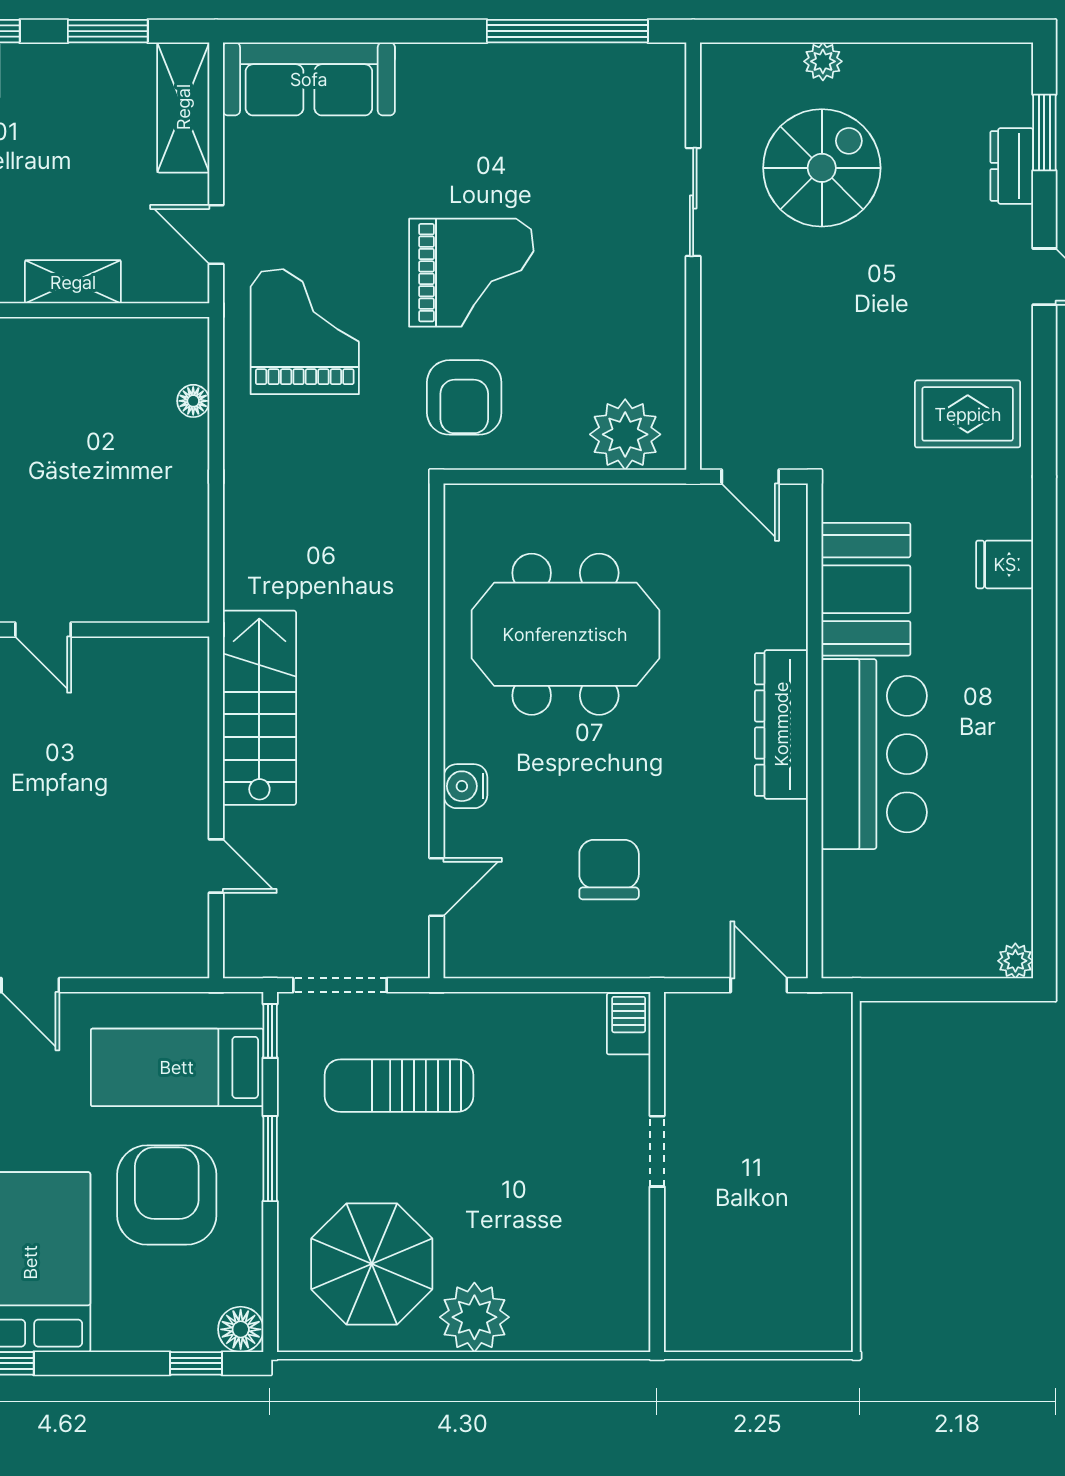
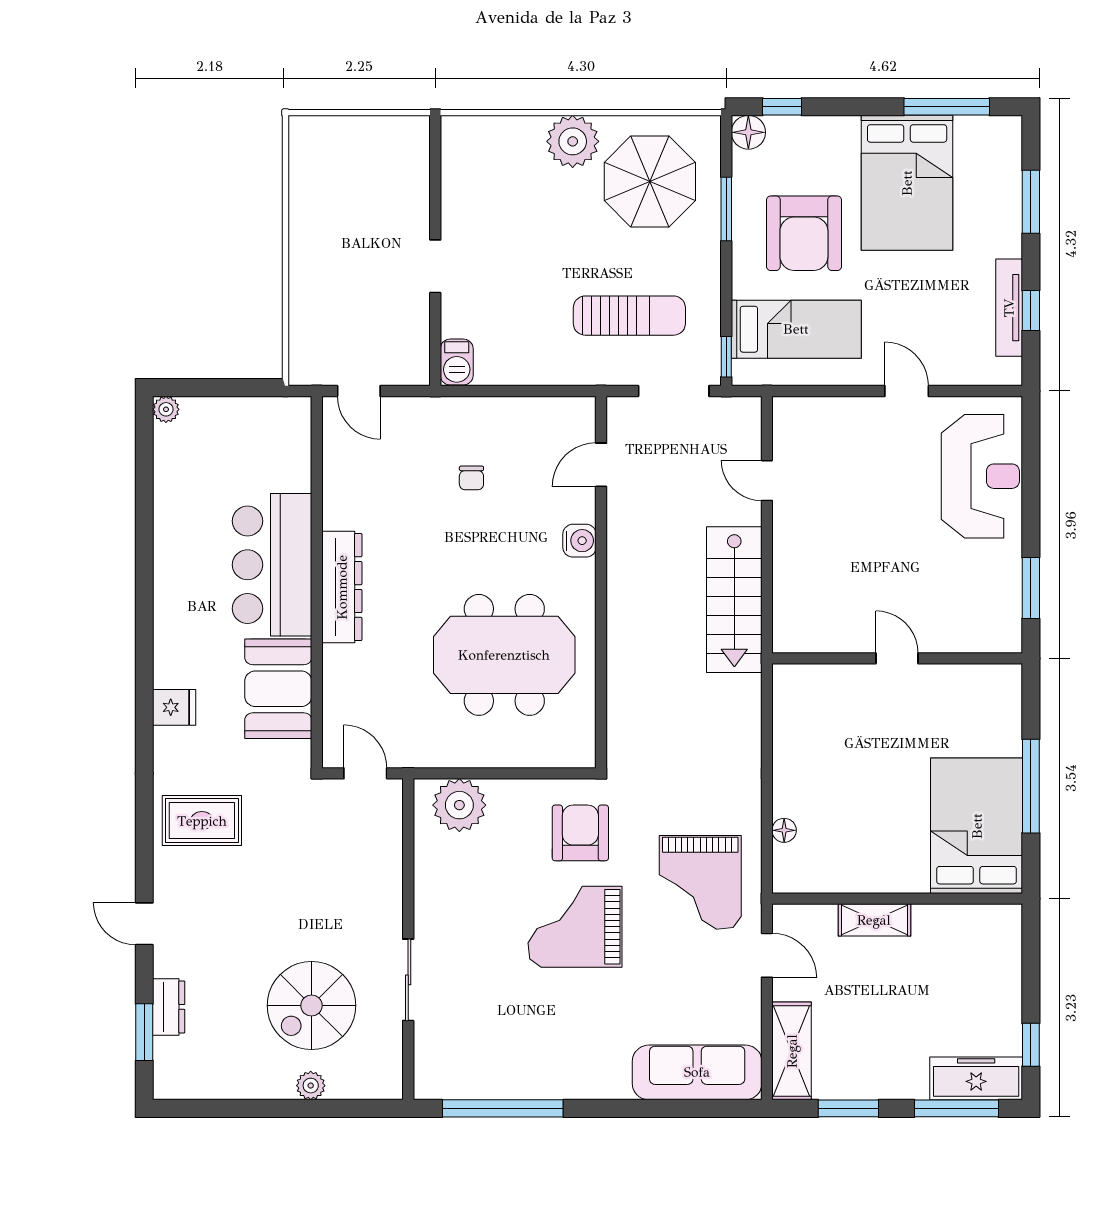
chair: (609, 870) -> (471, 478), width x0.54, depth x0.54
window: (270, 1159) -> (726, 209), moved

